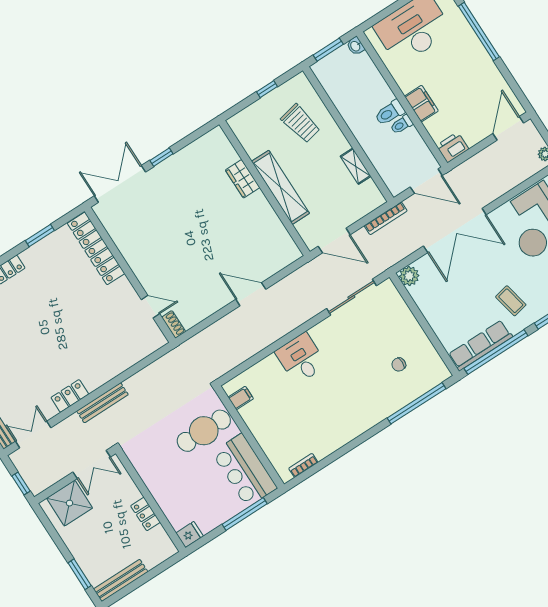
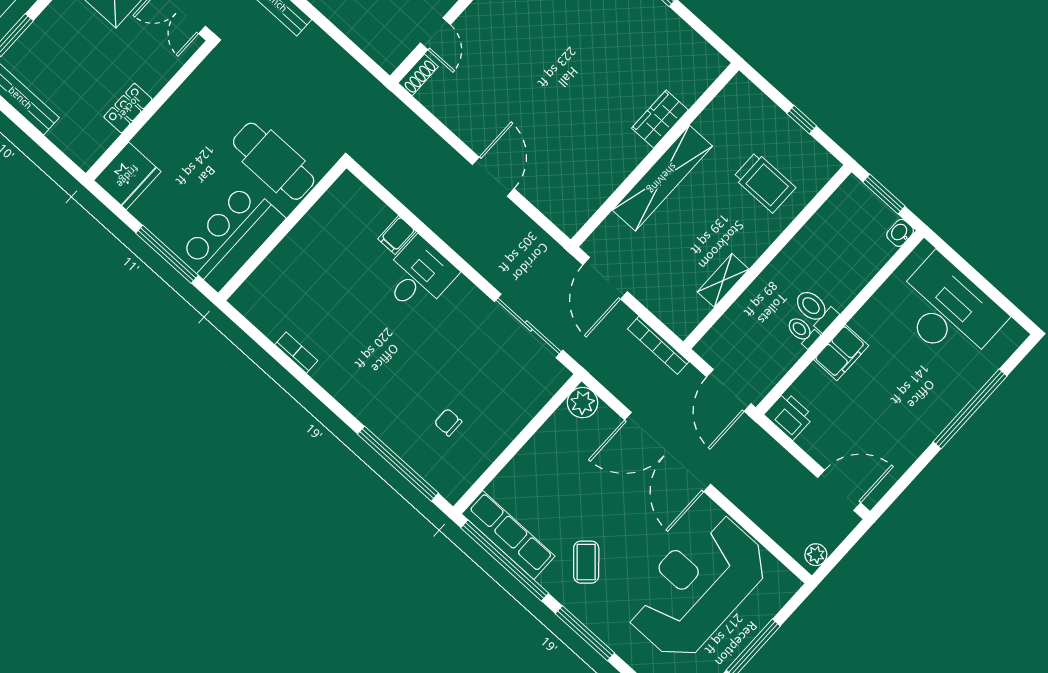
trolley: (300, 123) -> (764, 182), turned -78
coffee table: (511, 301) -> (586, 562), turned -30
filing cabinet: (241, 398) -> (397, 235), moved, turned 90
bookcase: (303, 465) -> (296, 353), moved
fridge: (190, 535) -> (127, 176), width x1.88, depth x1.34

